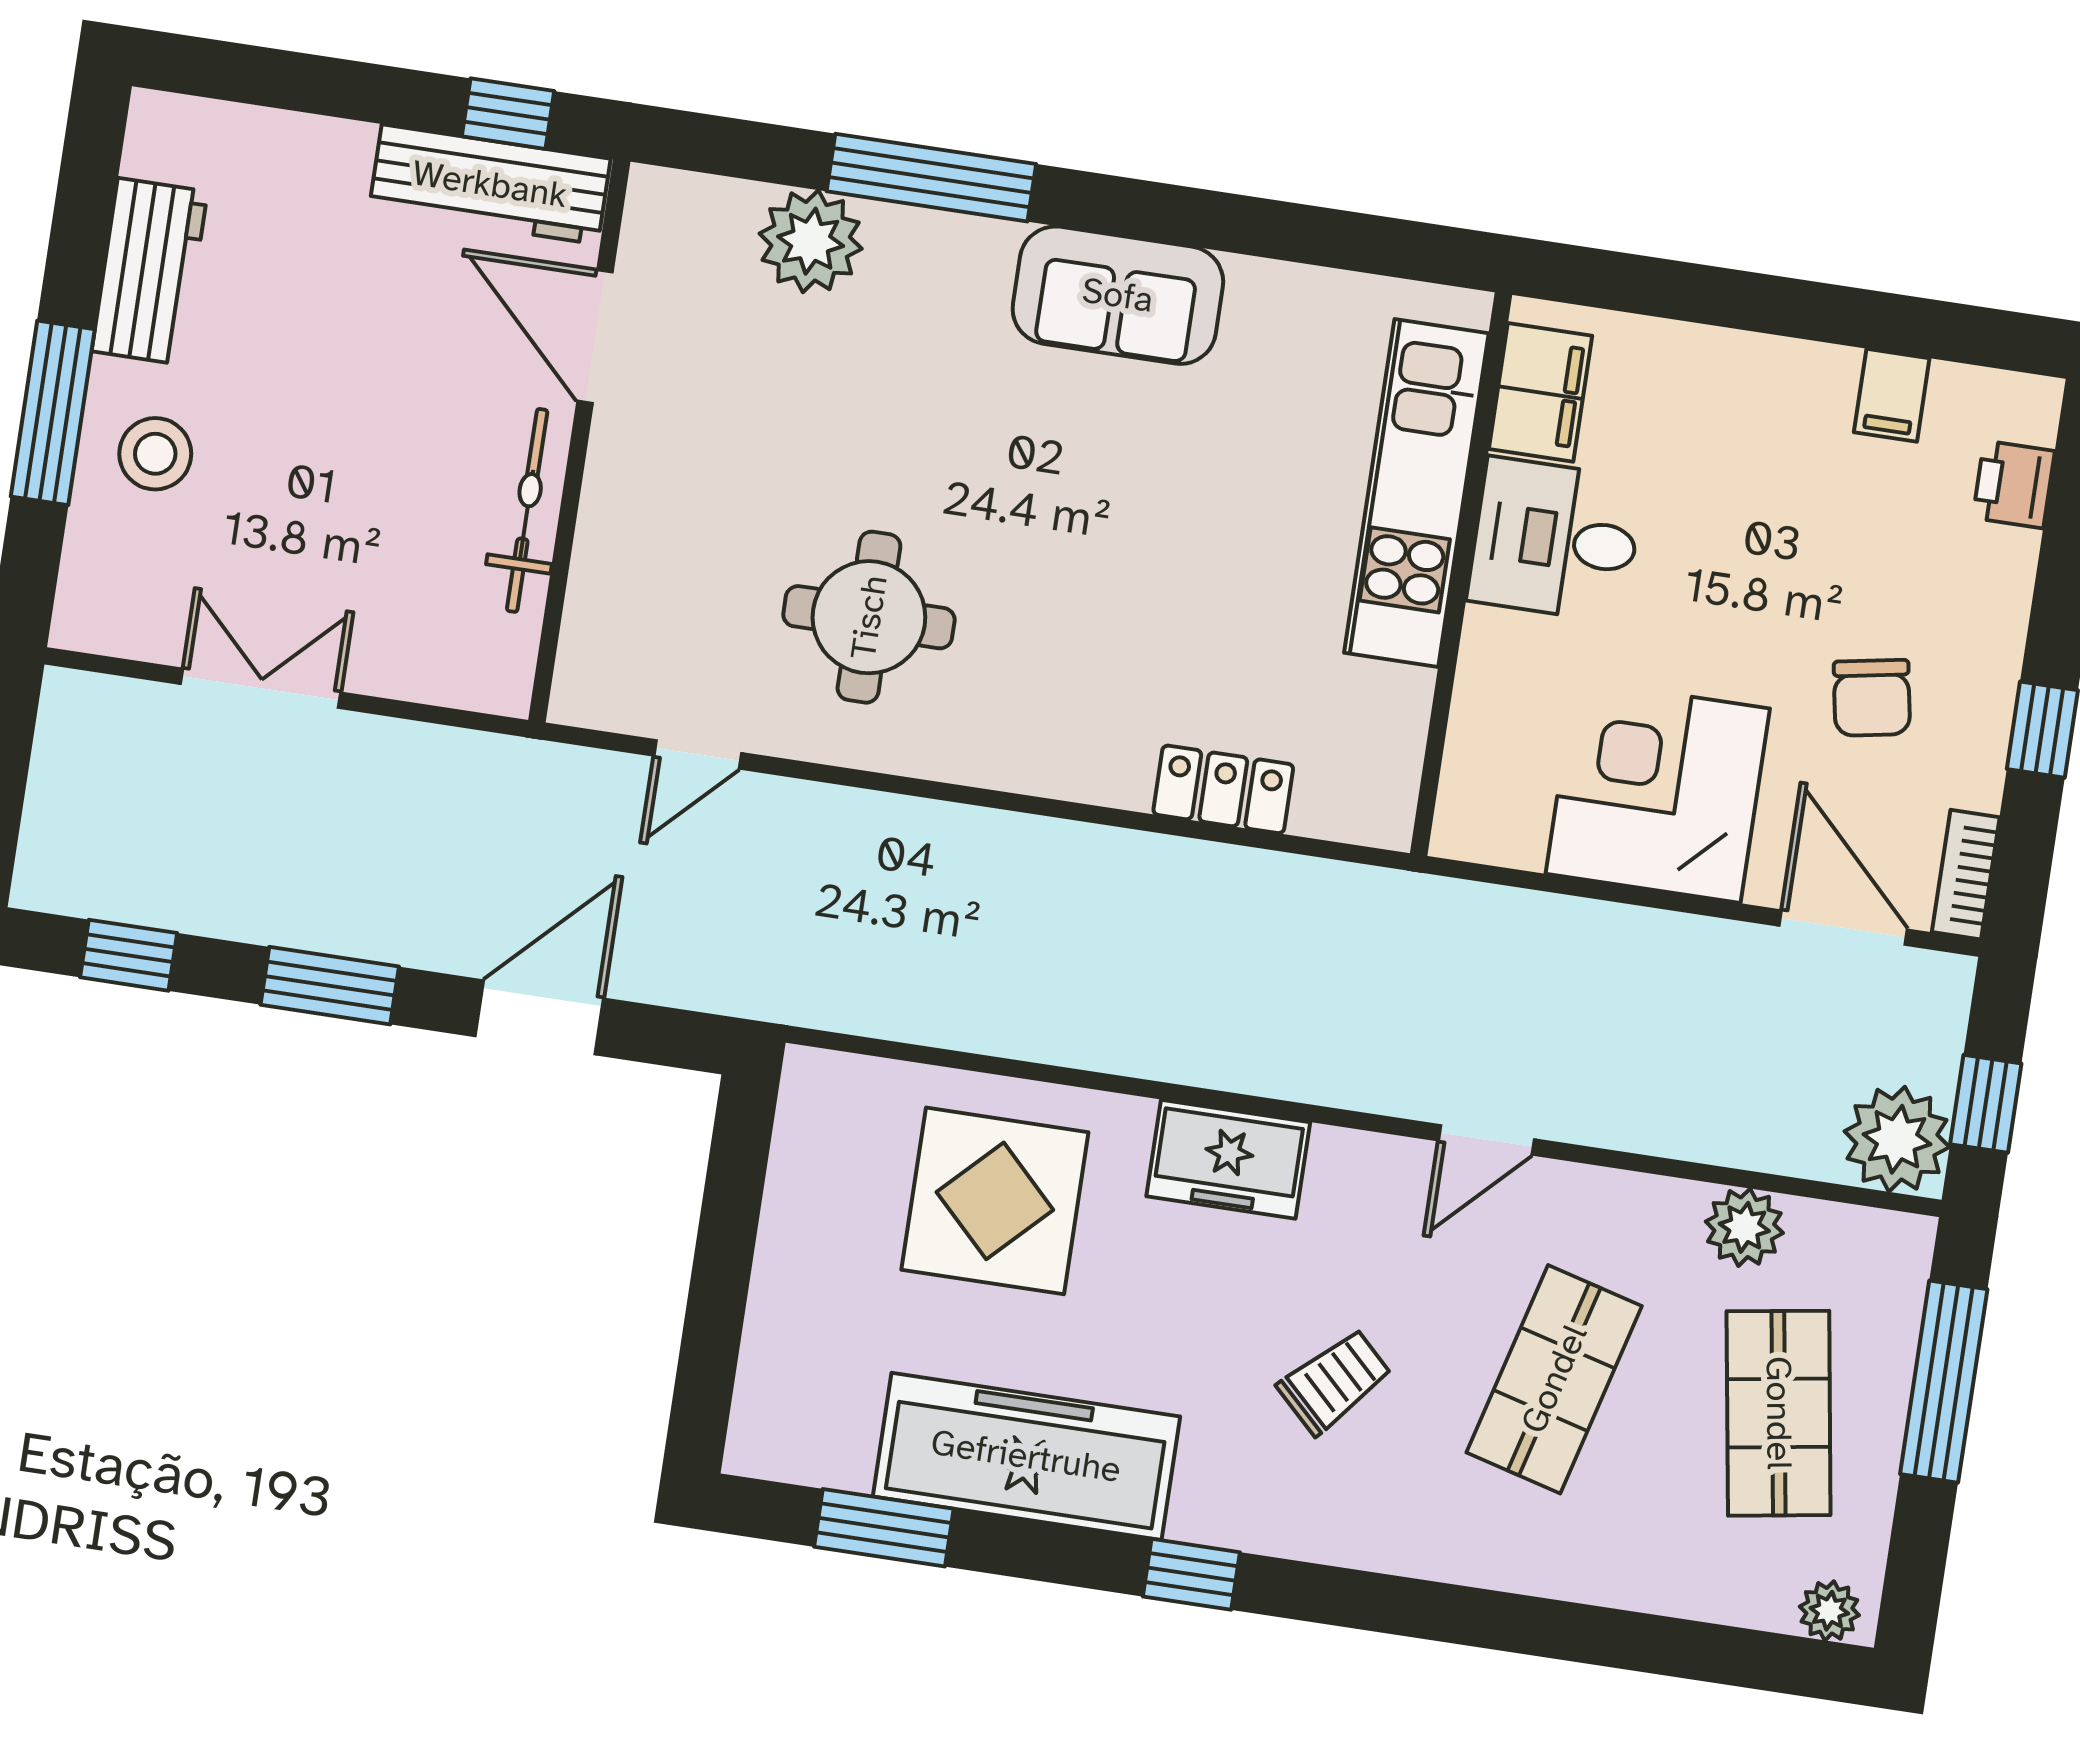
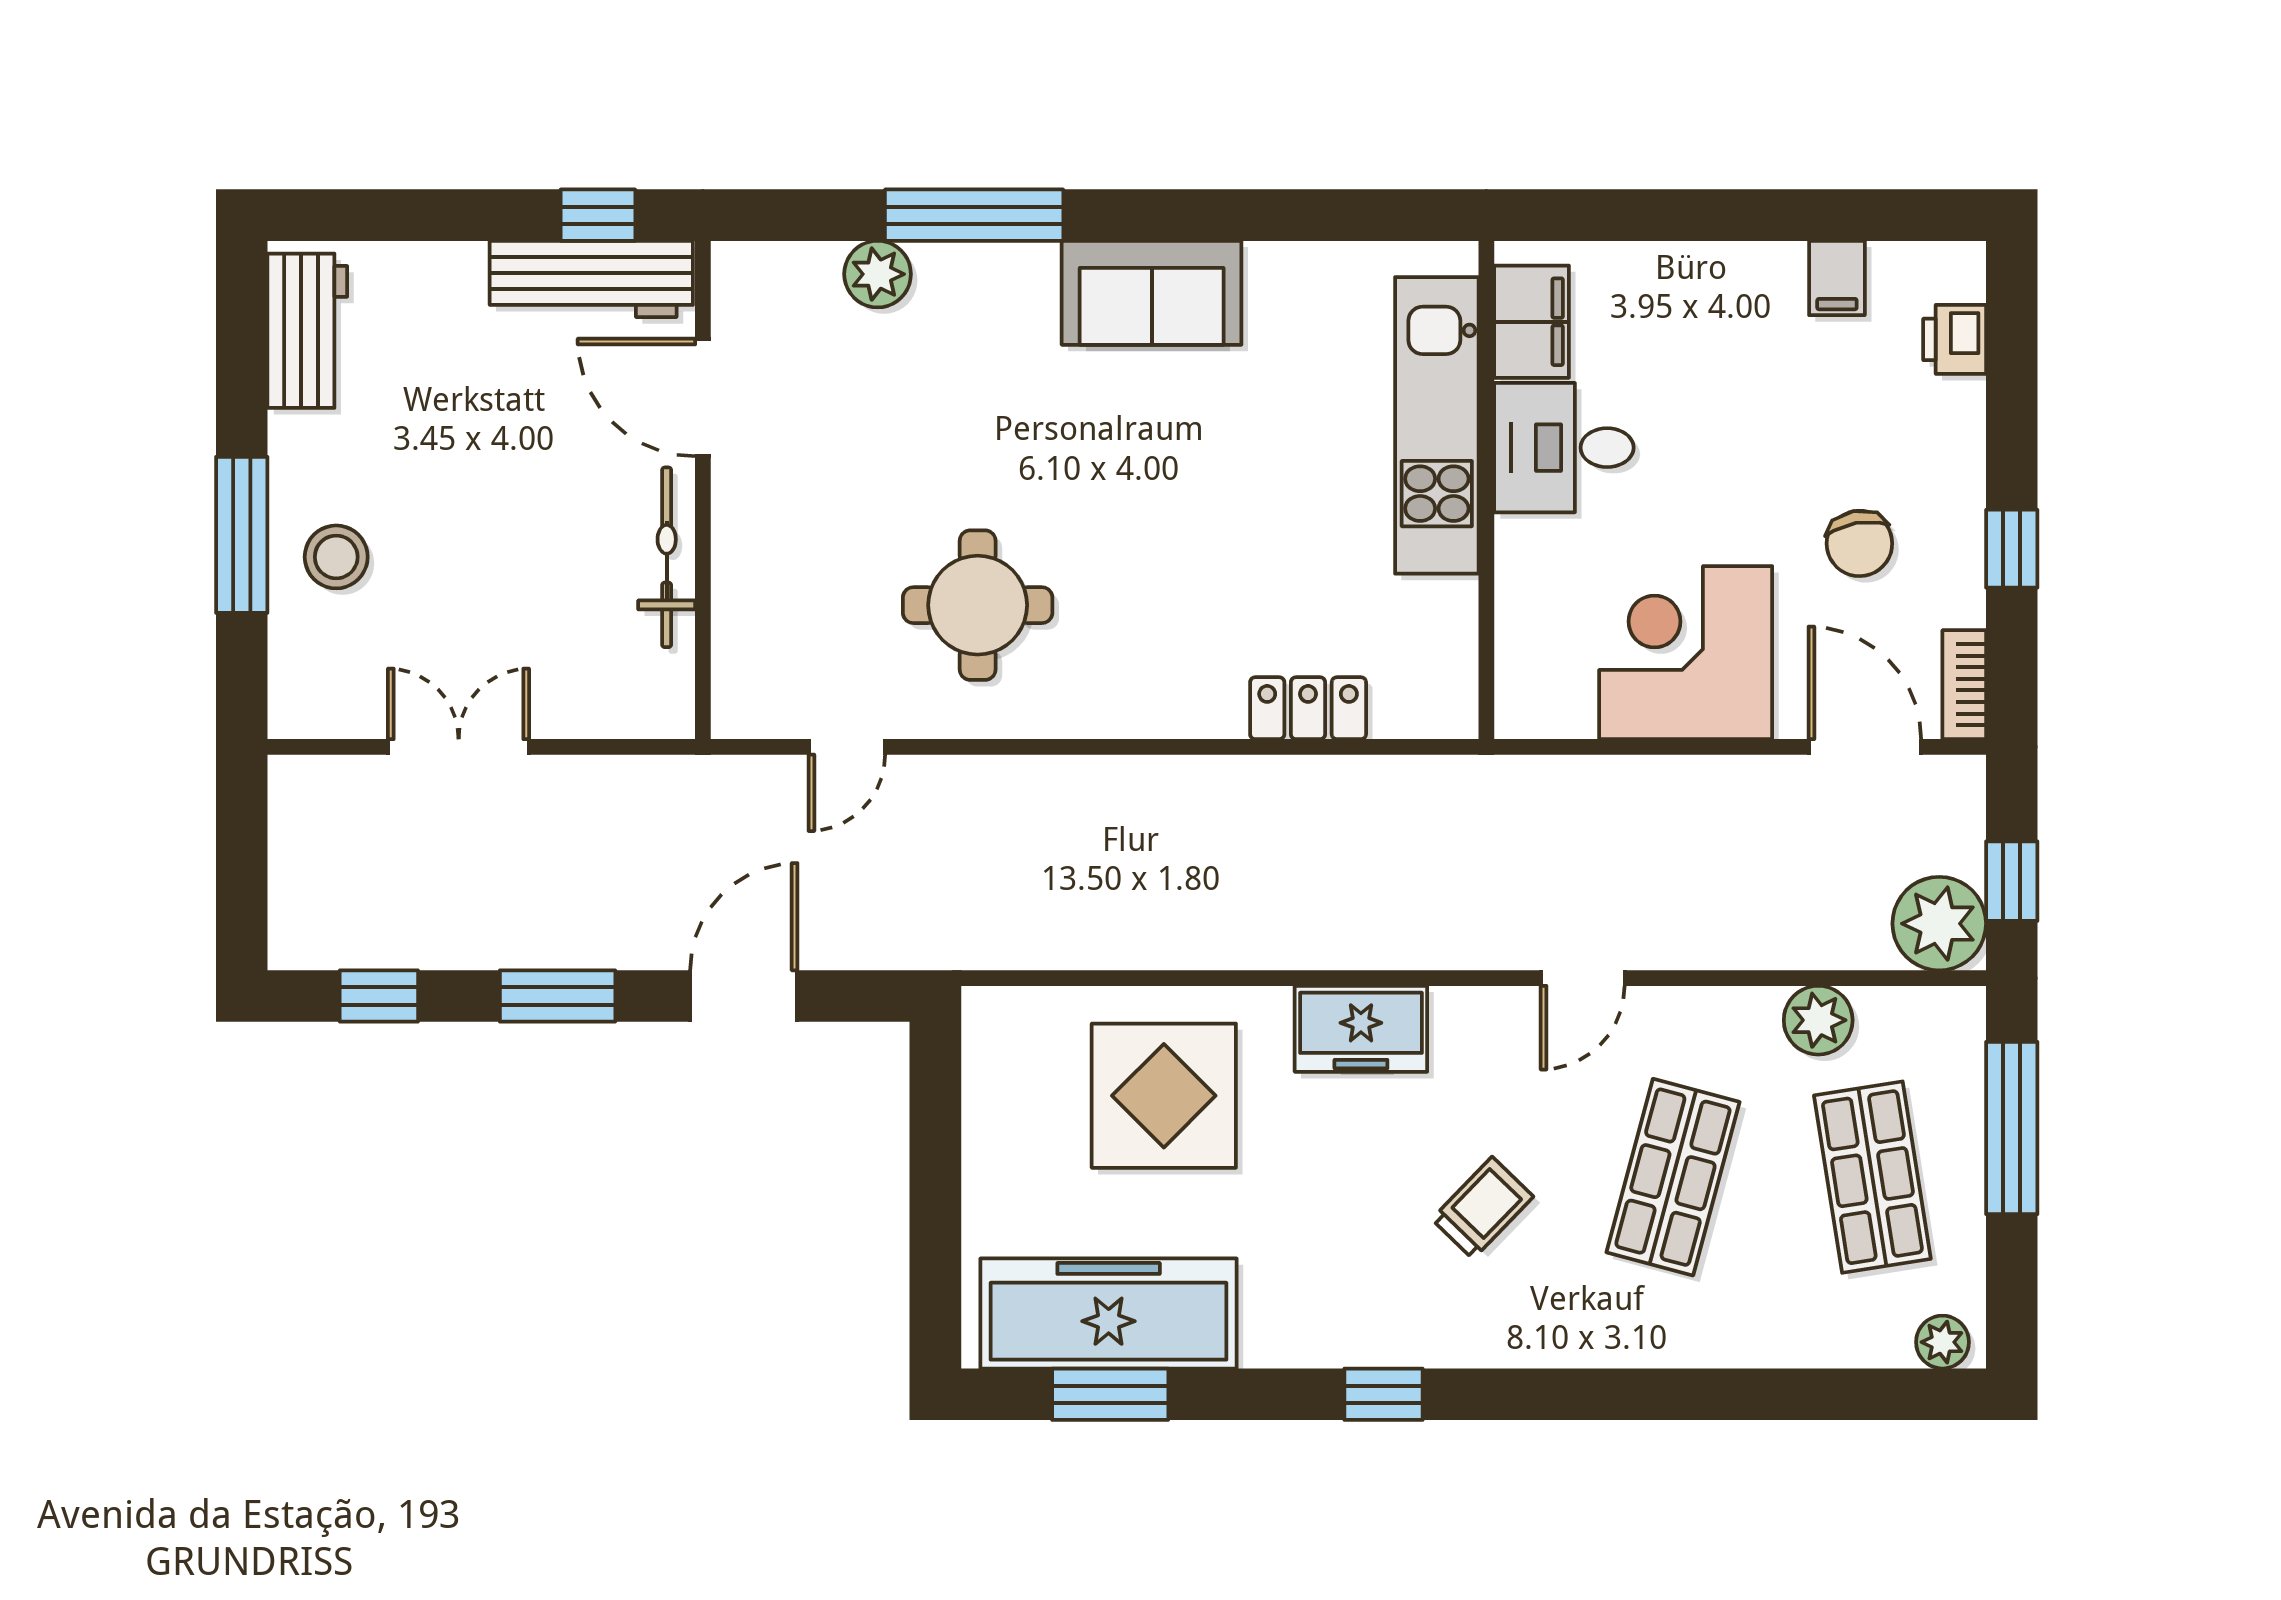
plant: (811, 241) -> (878, 274), width x0.73, depth x0.73
workbench: (150, 271) -> (307, 331), moved
freezer: (1026, 1456) -> (1109, 1314), moved

